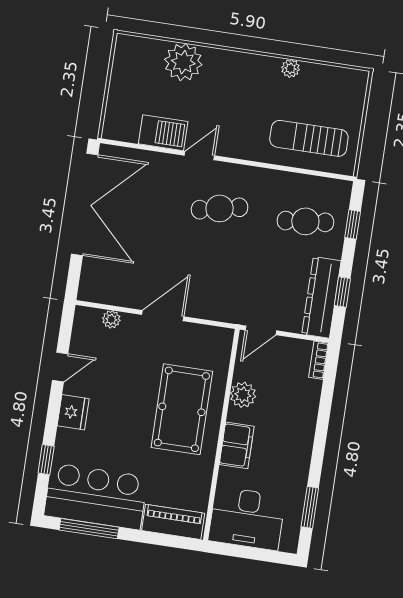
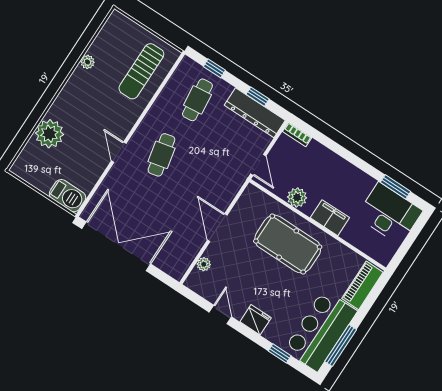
barbecue: (163, 133) -> (68, 196), moved, turned 90
desk: (247, 518) -> (390, 213), moved, turned -90

